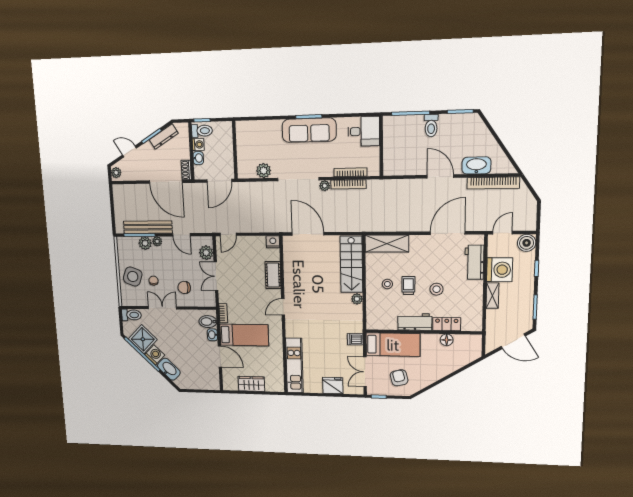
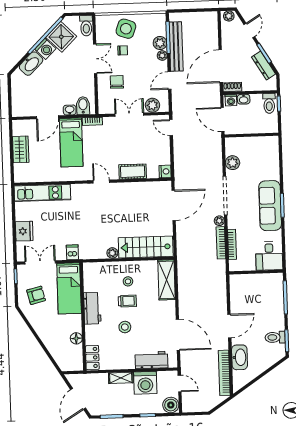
toilet: (431, 126) -> (275, 337), moved
washing machine: (198, 144) -> (231, 100), moved
locker: (447, 324) -> (92, 358), moved

